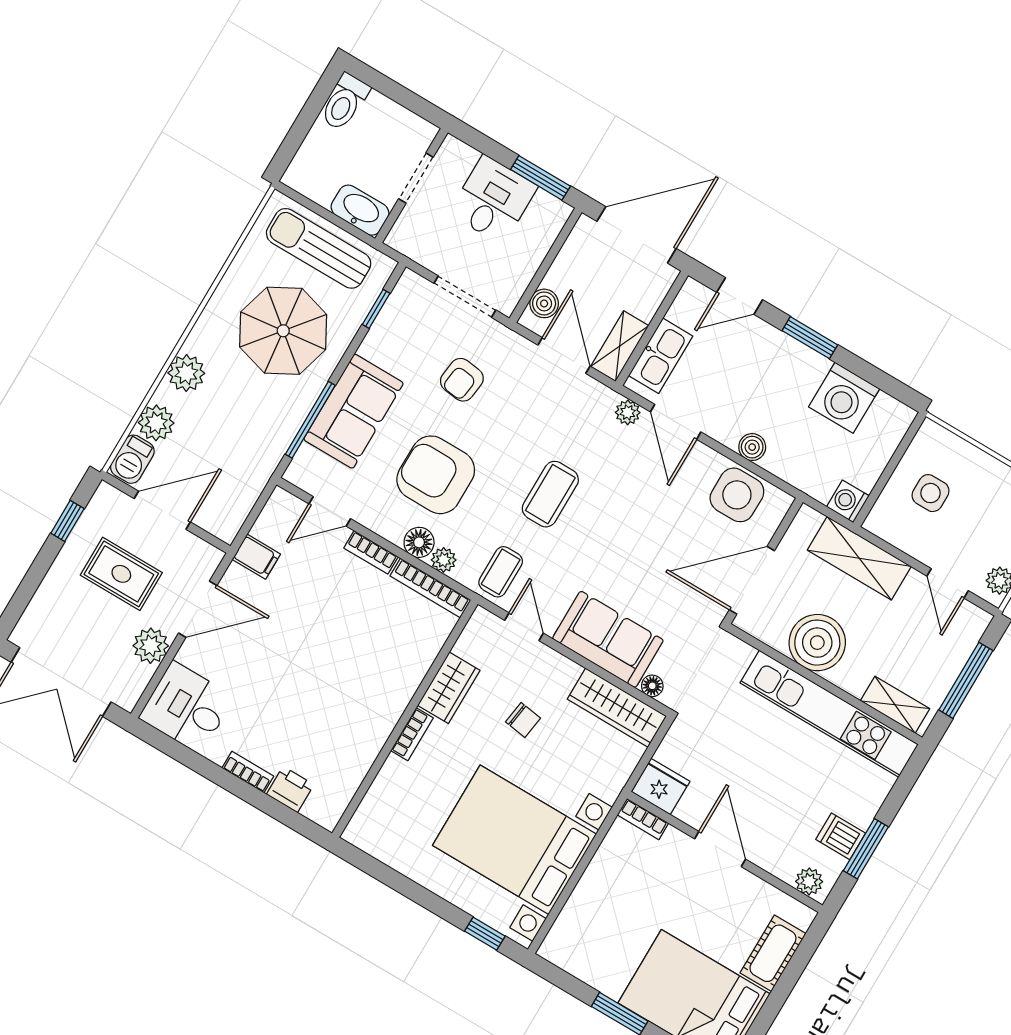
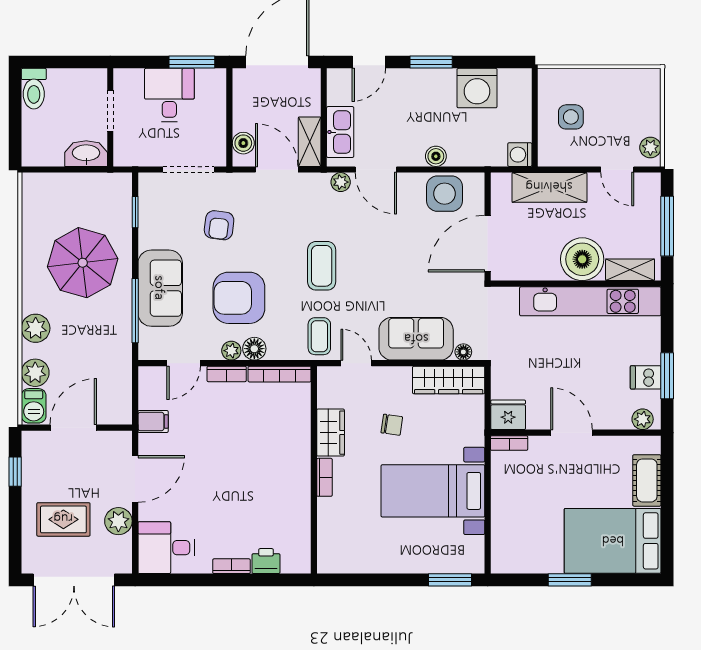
sun lounger: (319, 248) -> (74, 195), removed
plant: (444, 560) -> (231, 351), moved
rug: (121, 574) -> (63, 519), moved
boiler: (817, 643) -> (582, 259), moved
bed with nightstands: (514, 840) -> (433, 491), width x0.73
window: (485, 934) -> (450, 580), width x1.50

